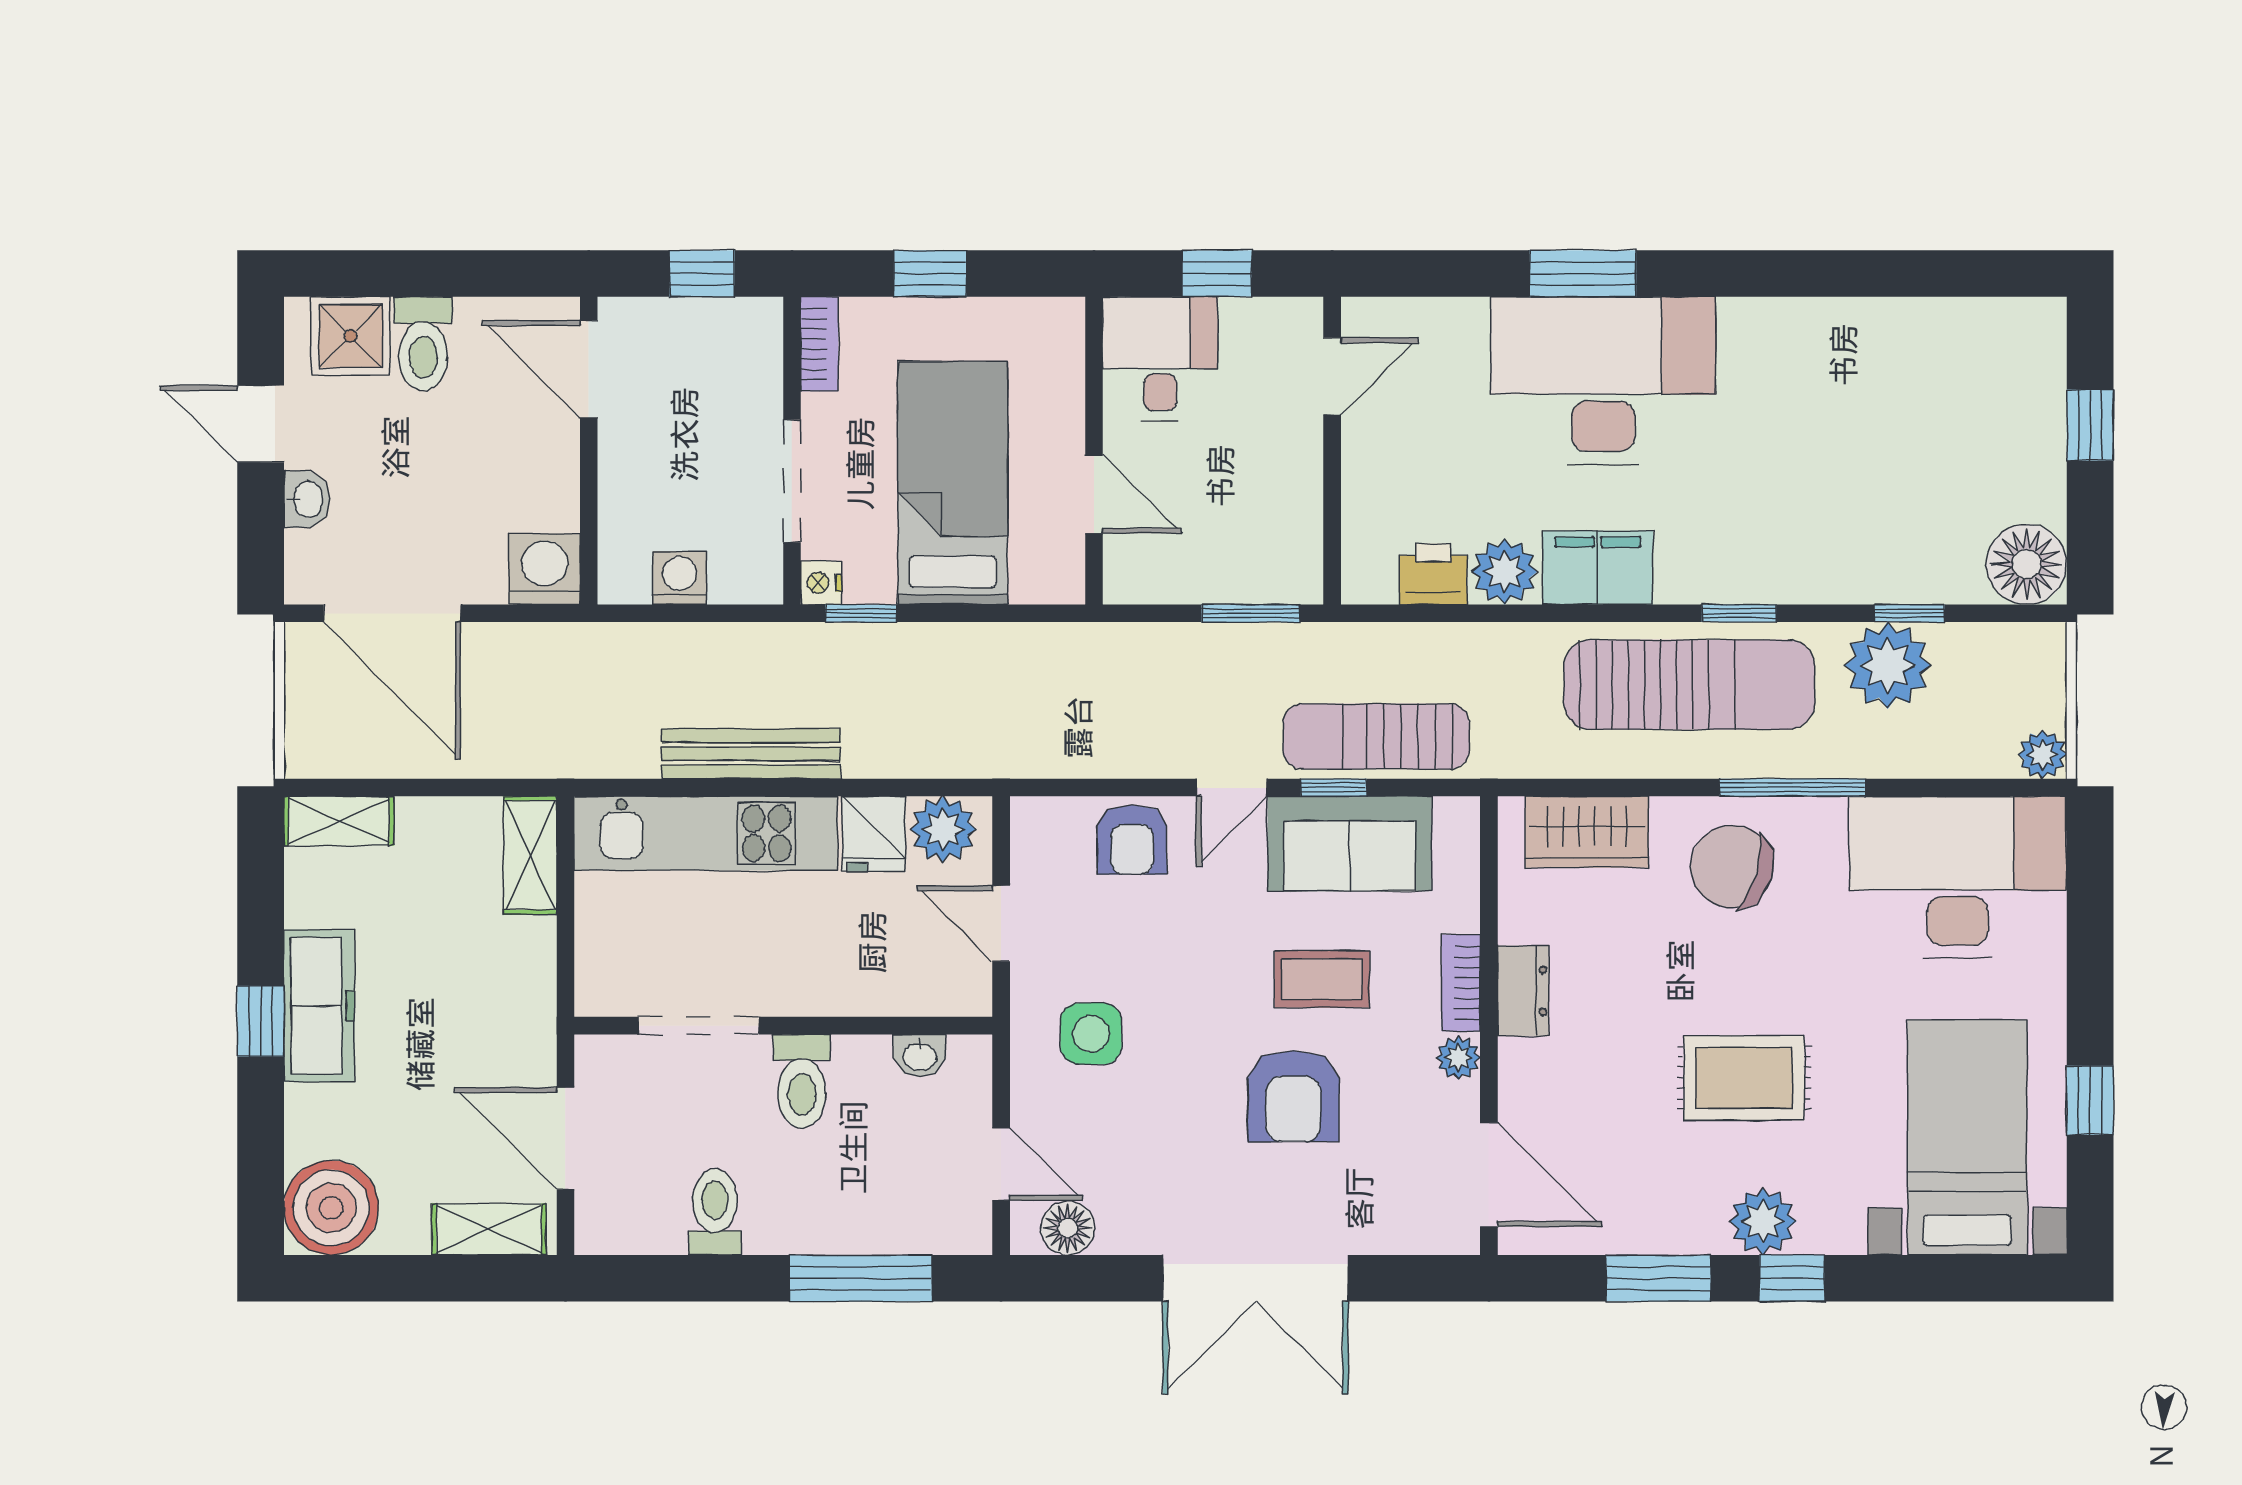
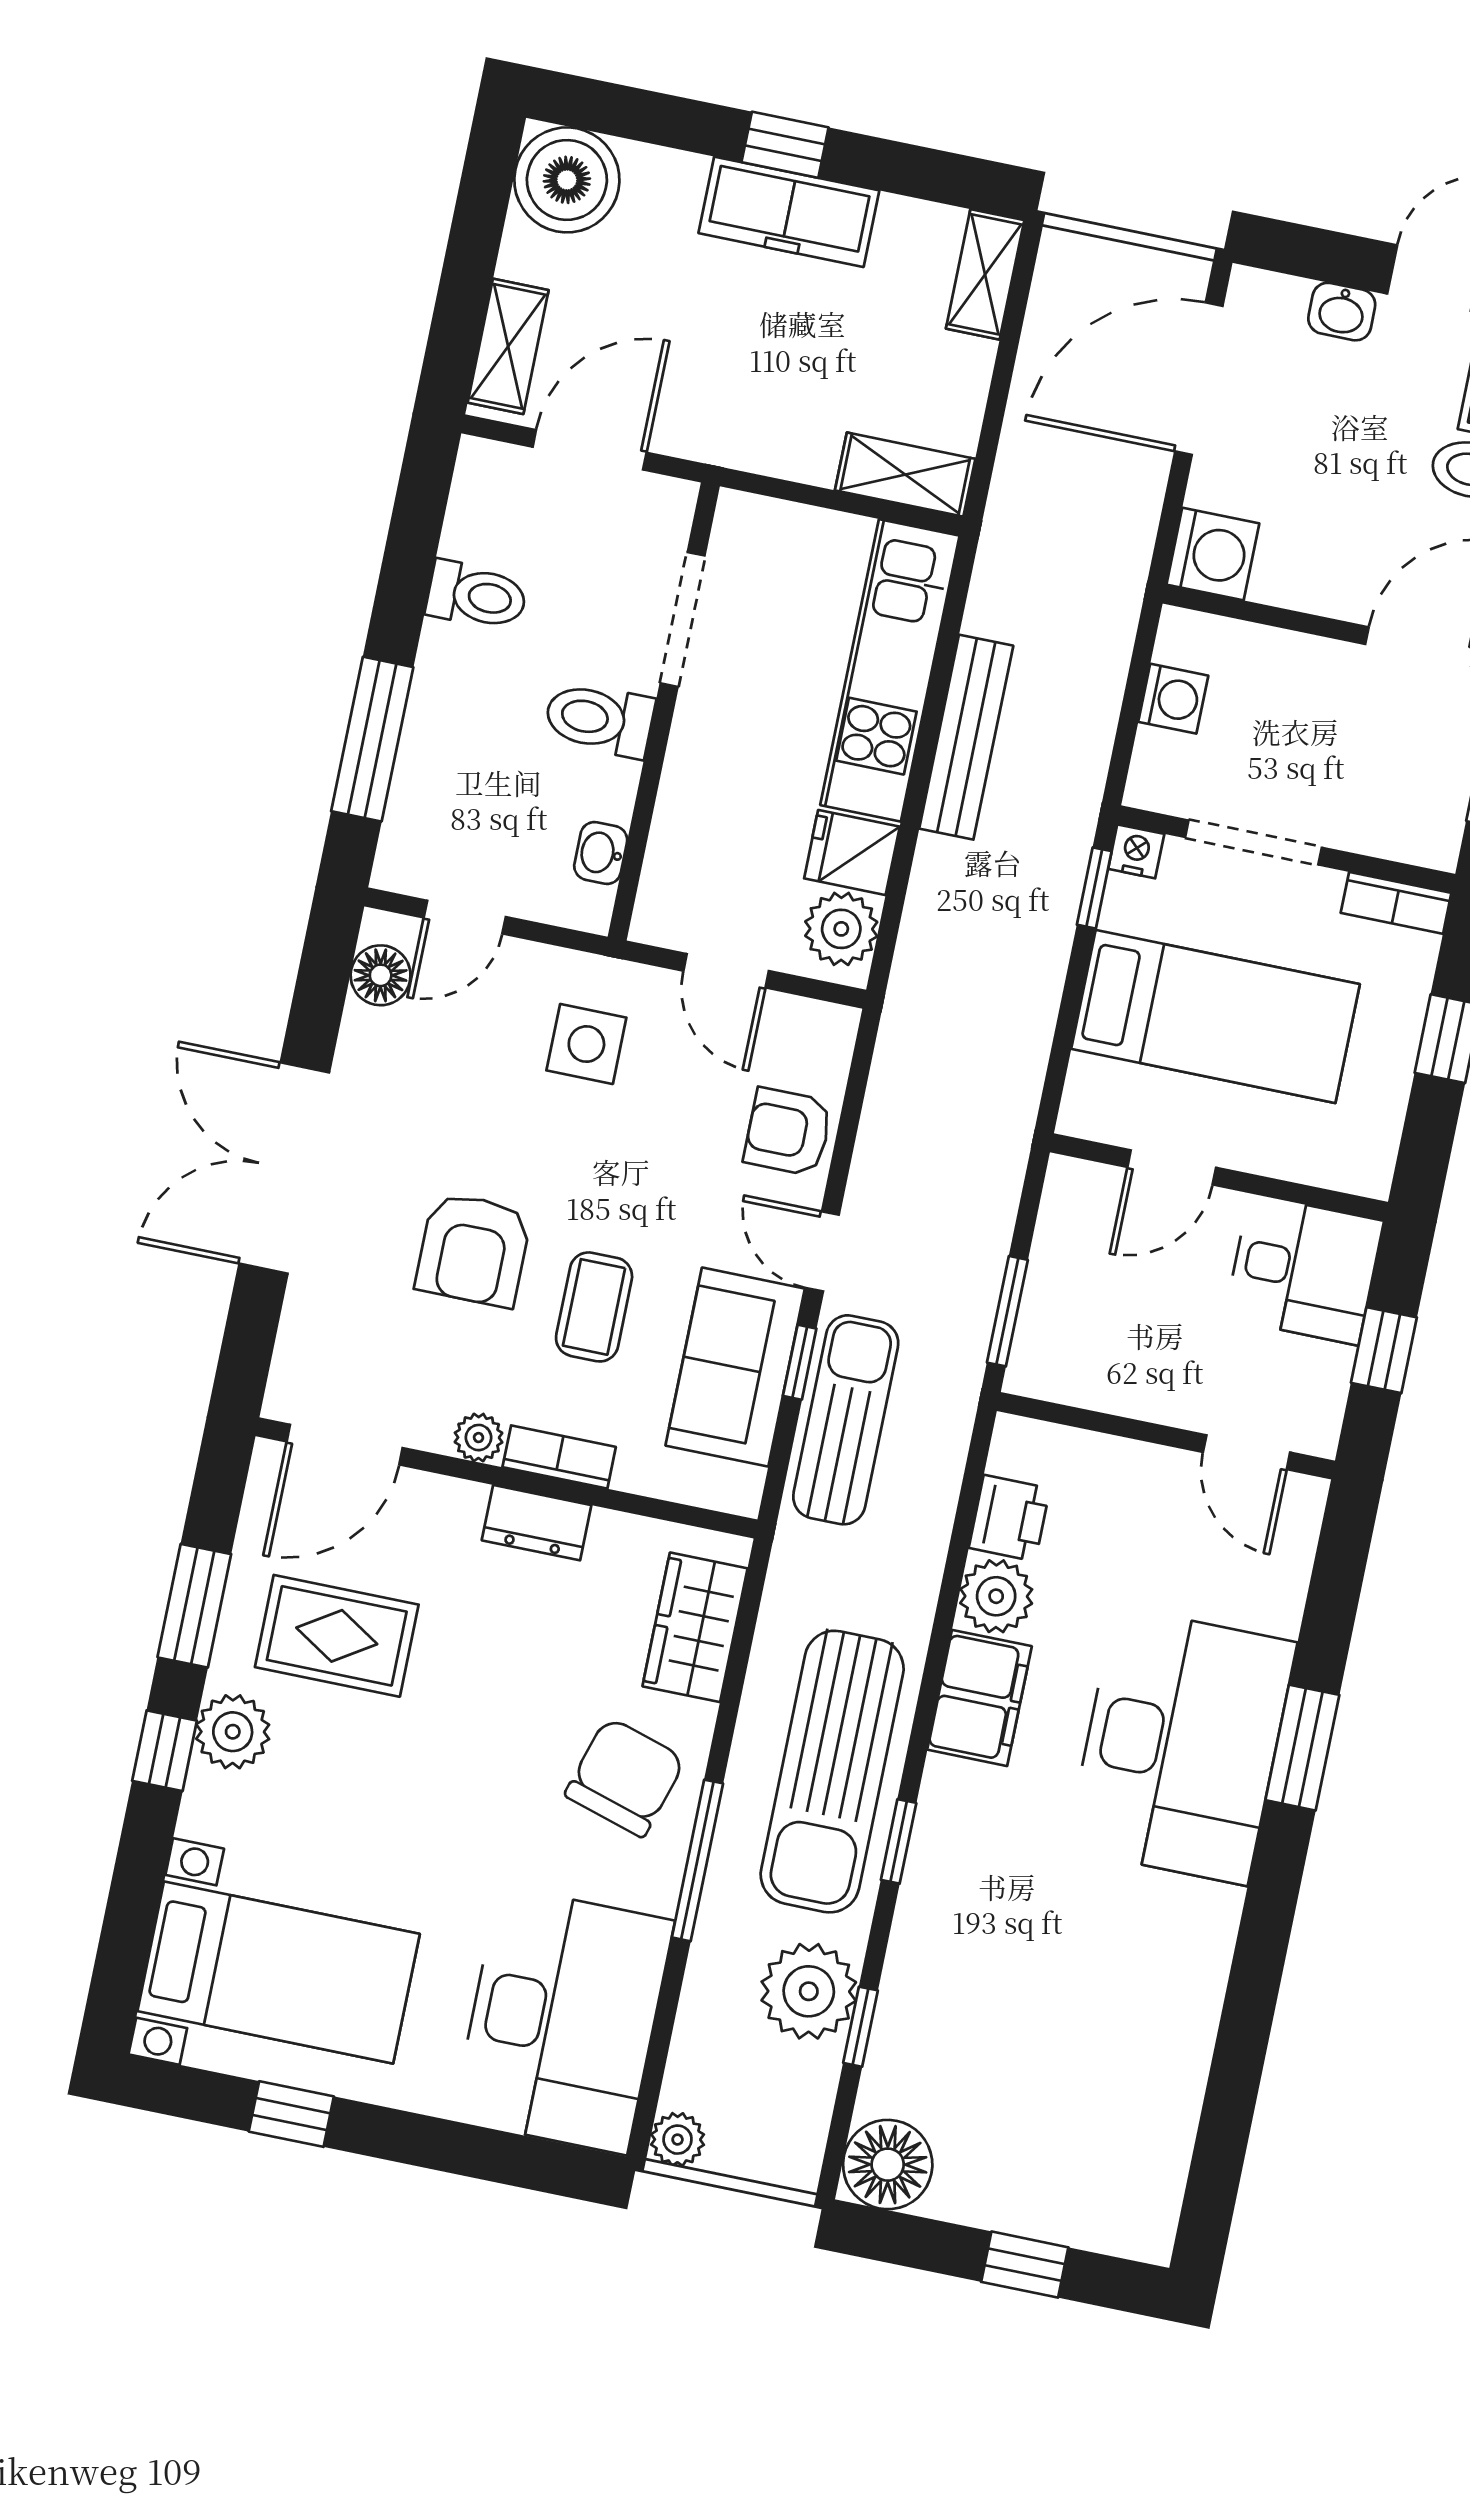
door: (1001, 924) -> (726, 971), swing flipped
rug: (1744, 1078) -> (337, 1636), moved, turned 90
armchair: (1293, 1096) -> (473, 1250), turned -90

